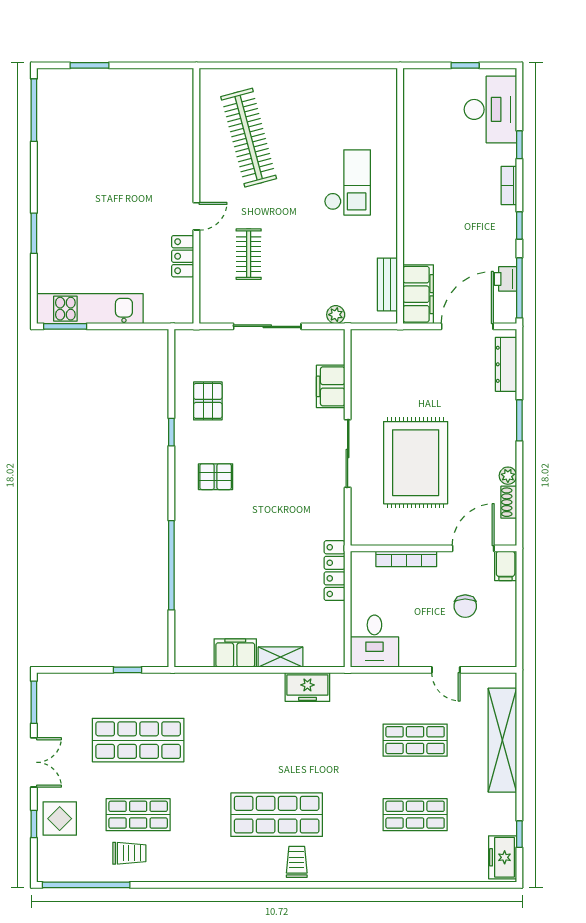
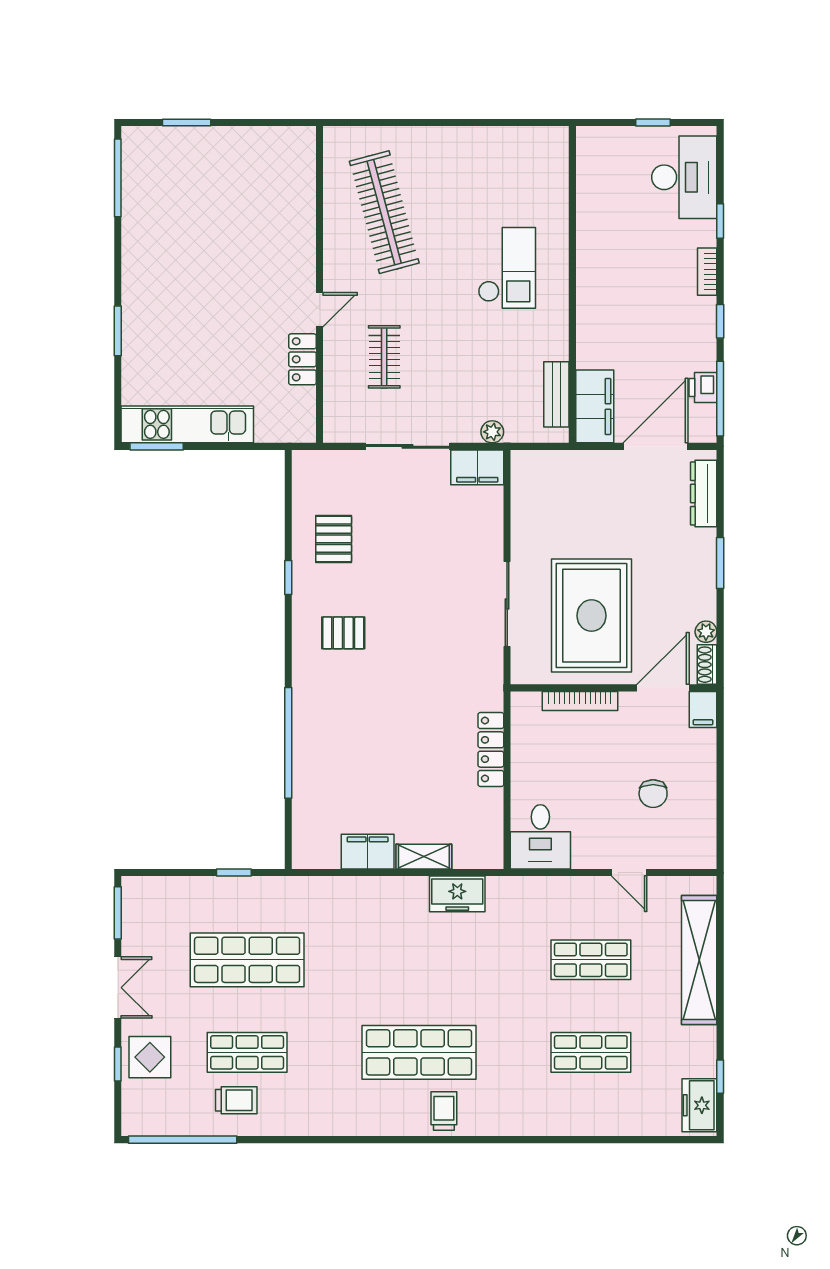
filing cabinet: (331, 386) -> (477, 467), moved, turned -90
wall: (433, 548) -> (614, 688), moved
door: (473, 548) -> (663, 688), moved
bookcase: (406, 559) -> (580, 701), moved
filing cabinet: (506, 566) -> (703, 710), moved

